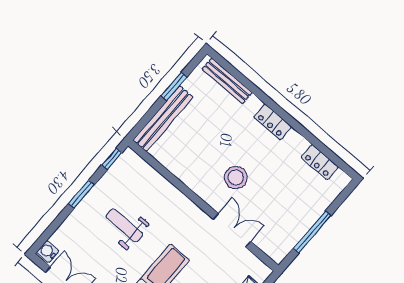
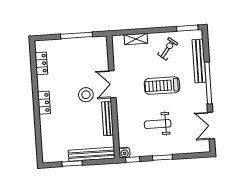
bench: (227, 81) -> (108, 119), moved
weight bench: (124, 225) -> (158, 124), turned 90
double door: (232, 230) -> (112, 84), moved
water cooler: (48, 251) -> (124, 153), moved

